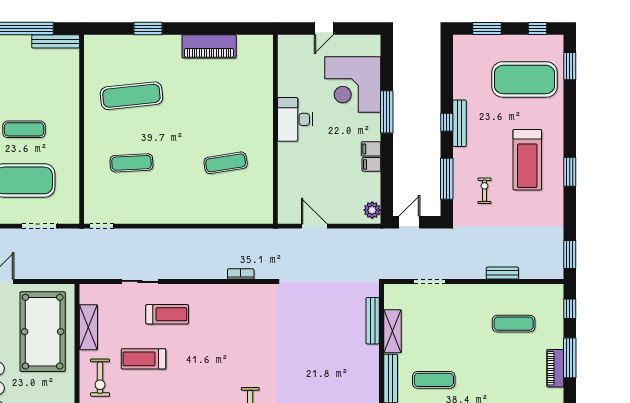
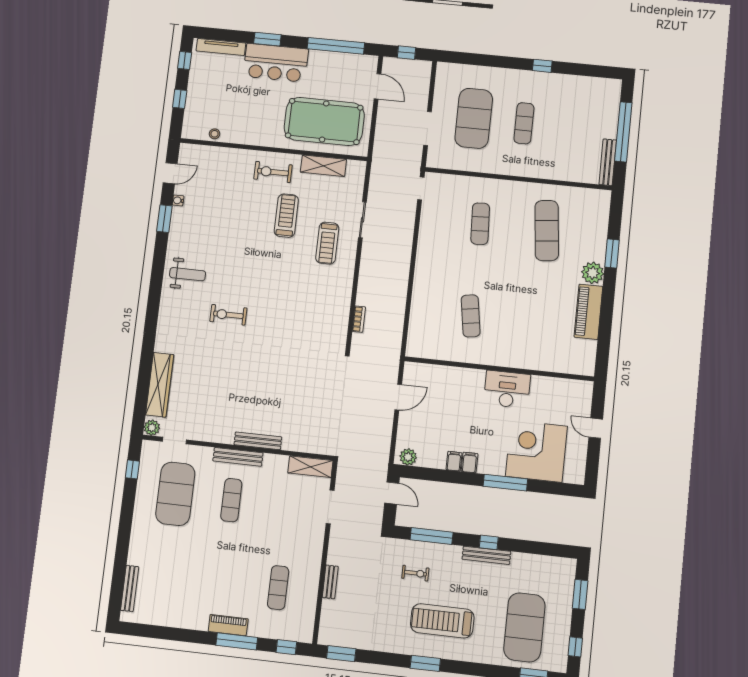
plant: (170, 46) -> (593, 273), added
bench: (373, 321) -> (258, 441), moved
shelving: (392, 331) -> (310, 467), moved

